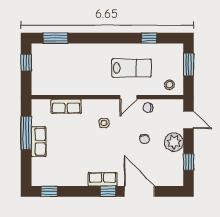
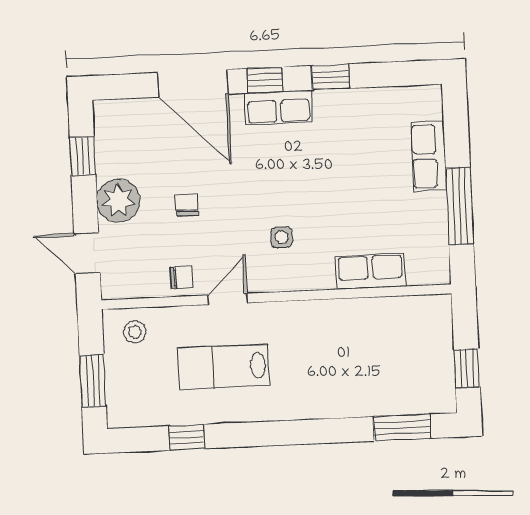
row of seats: (39, 142) -> (429, 156), moved
window: (49, 191) -> (331, 77), moved

